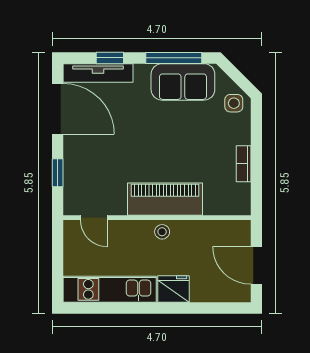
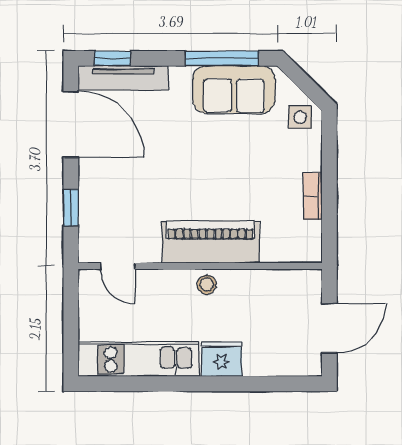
window: (110, 58) -> (112, 58), moved
door: (256, 265) -> (329, 328), swing flipped

